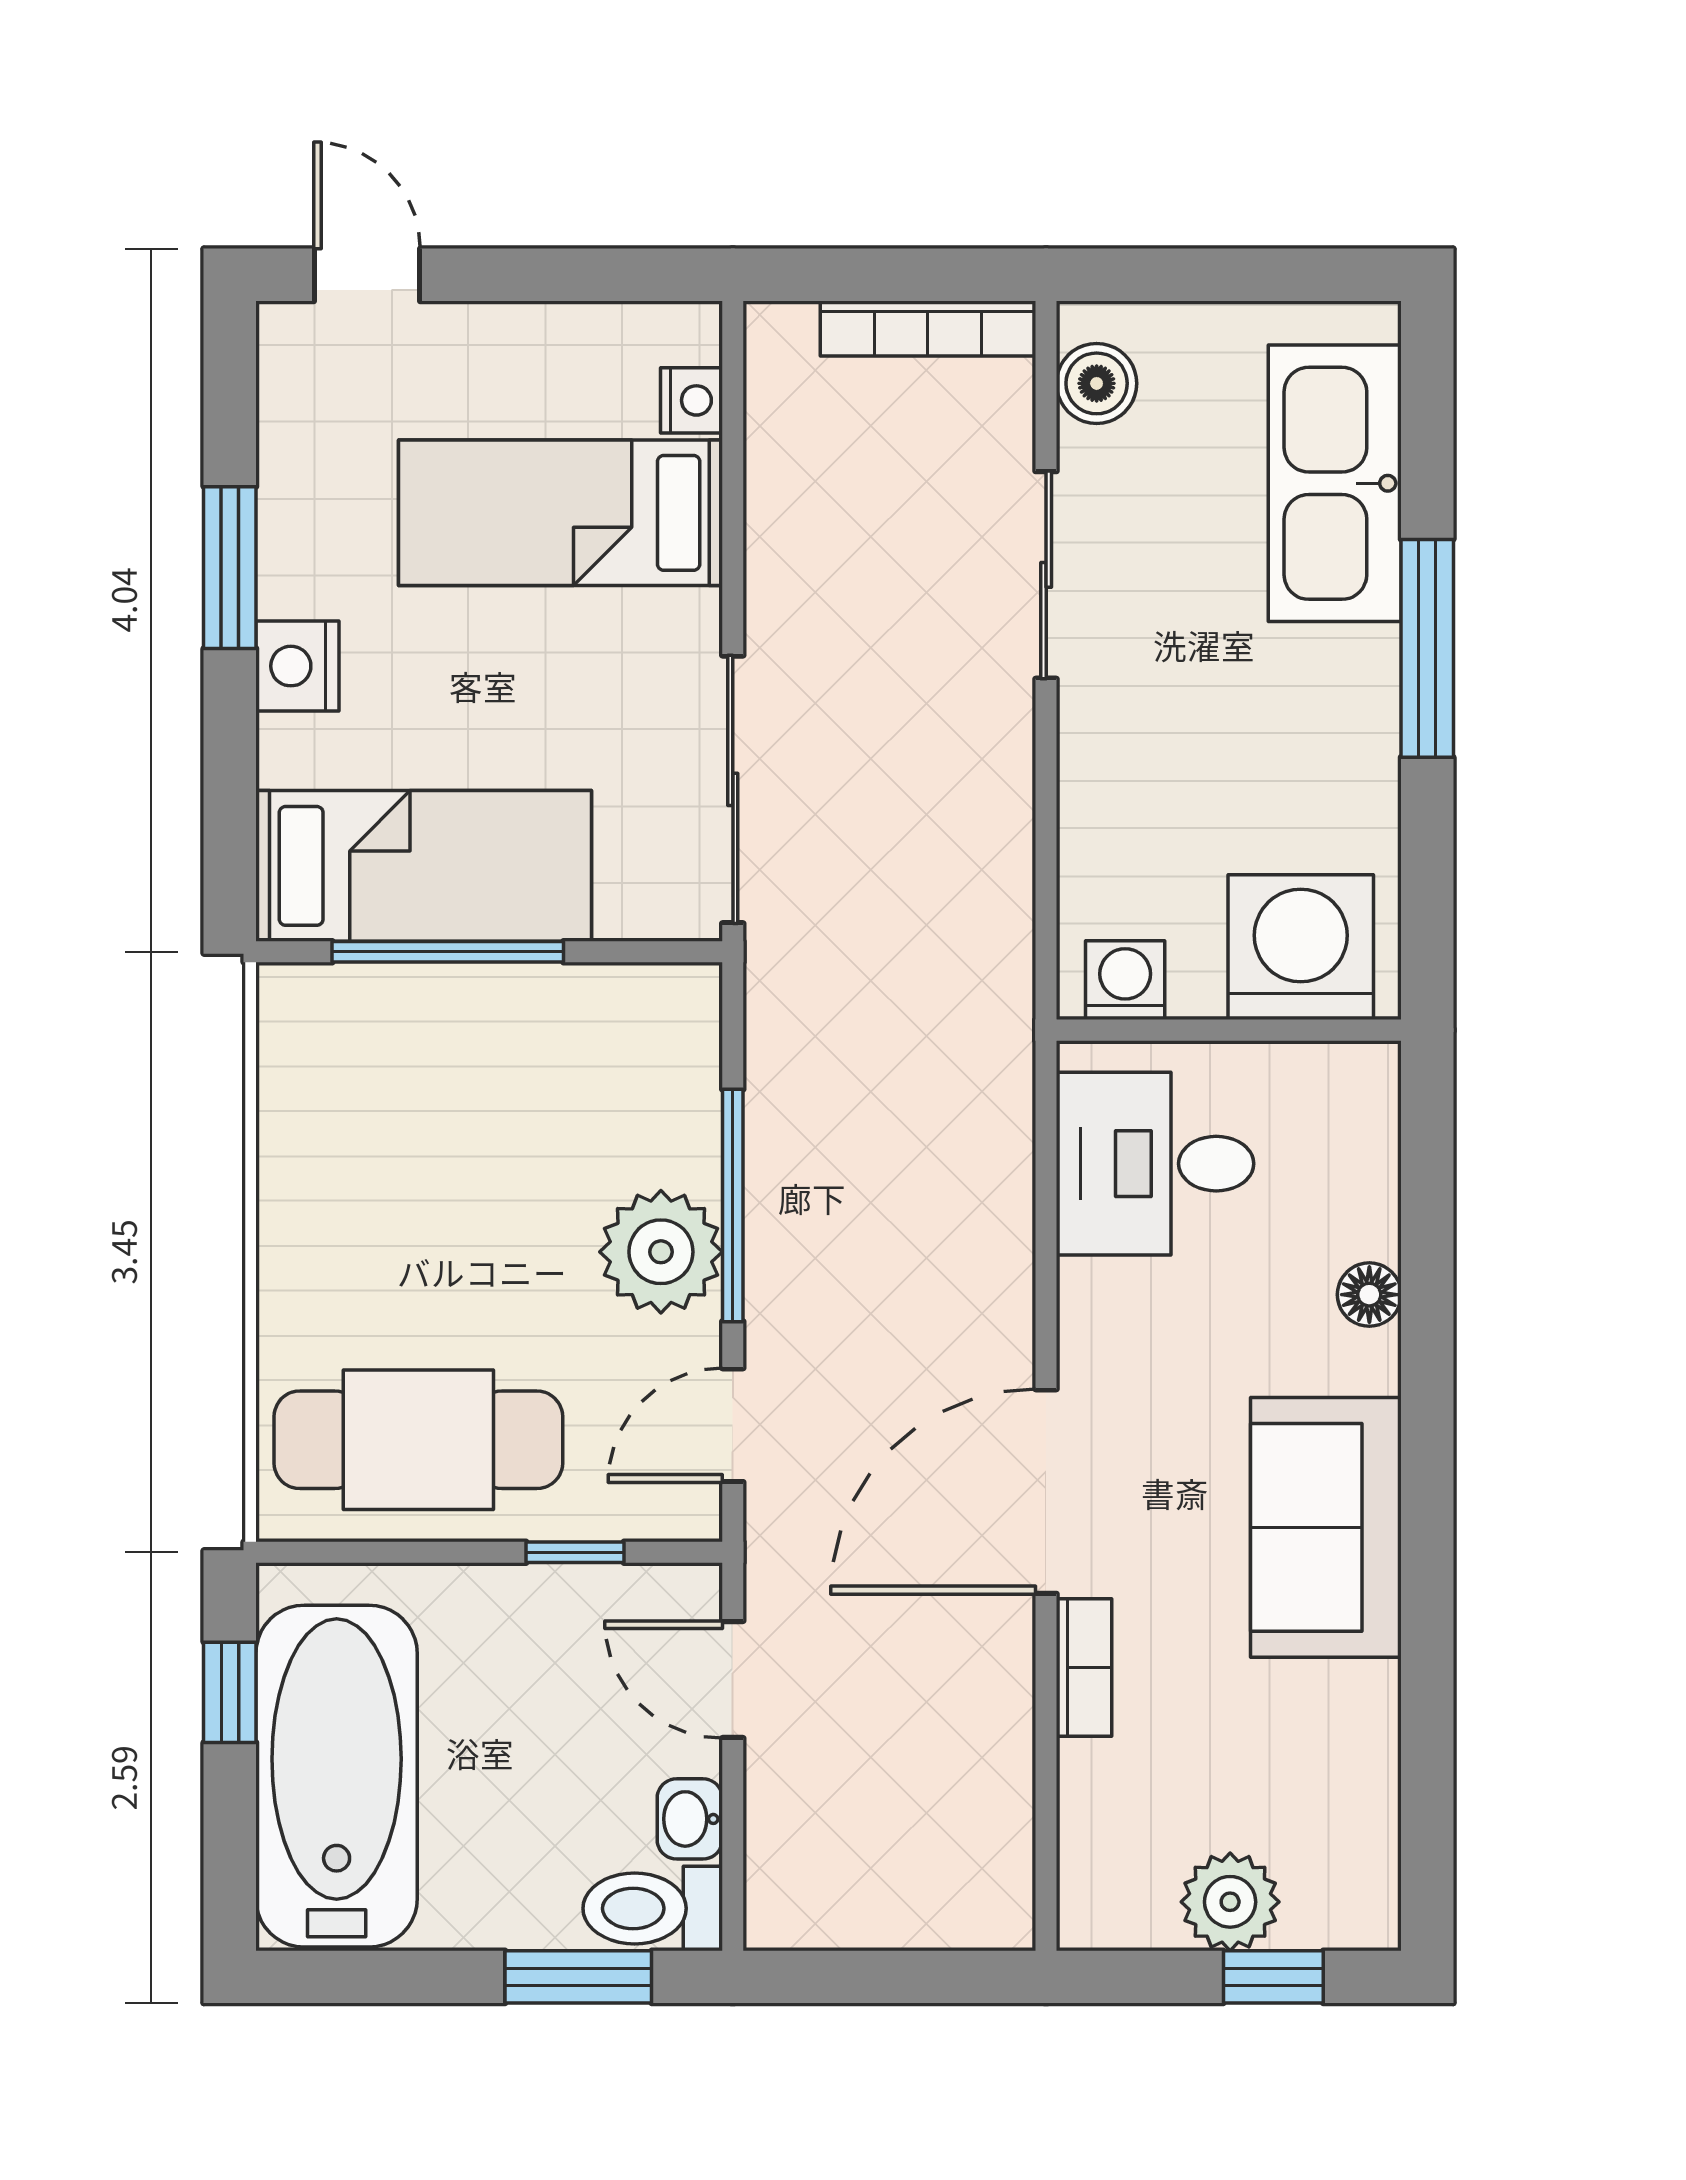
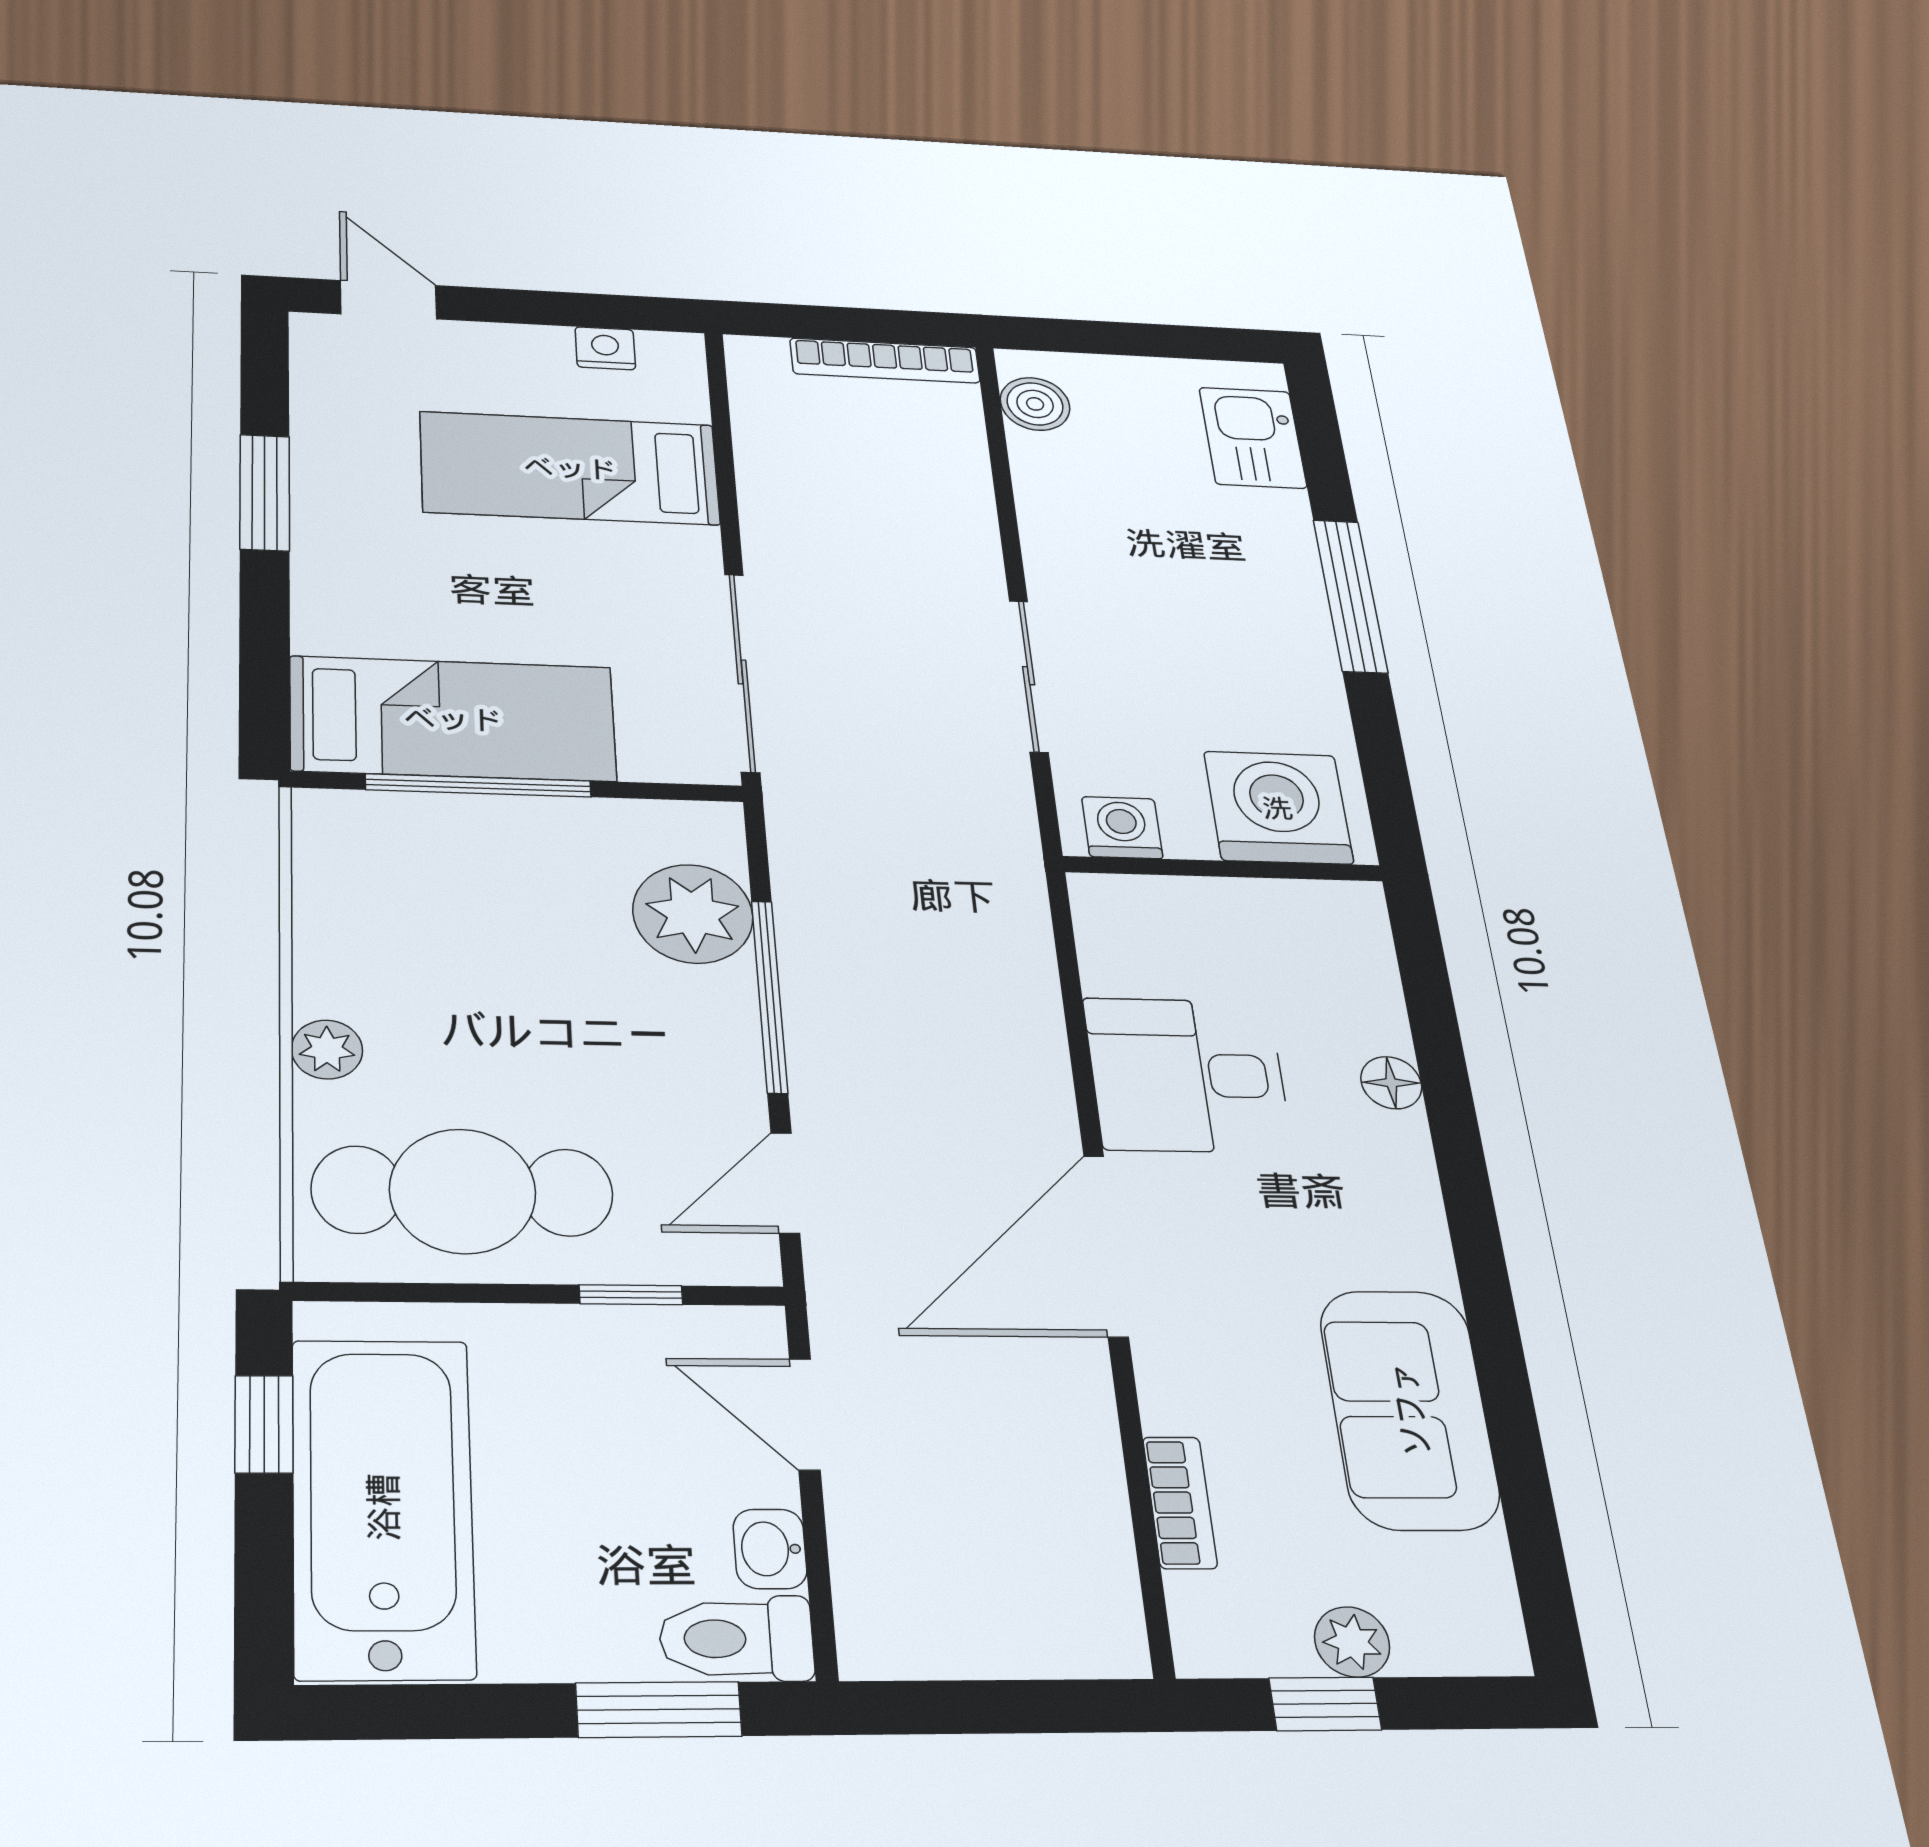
nightstand: (691, 400) -> (605, 348), moved, turned -90
kitchen sink: (1335, 483) -> (1253, 438), width x0.53, depth x0.81
sliding door: (1046, 575) -> (1029, 676), moved
nightstand: (297, 666) -> (329, 566), removed
desk: (1155, 1164) -> (1187, 1075), moved
plant: (661, 1252) -> (693, 914), moved
plant: (290, 1281) -> (327, 1050), added
sofa: (1326, 1527) -> (1409, 1409), moved
bookcase: (1084, 1667) -> (1180, 1503), moved
plant: (1230, 1902) -> (1352, 1642), width x0.73, depth x0.73
window: (1273, 1977) -> (1325, 1704), moved

